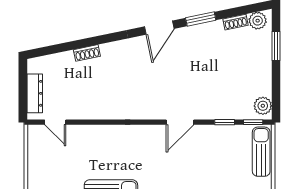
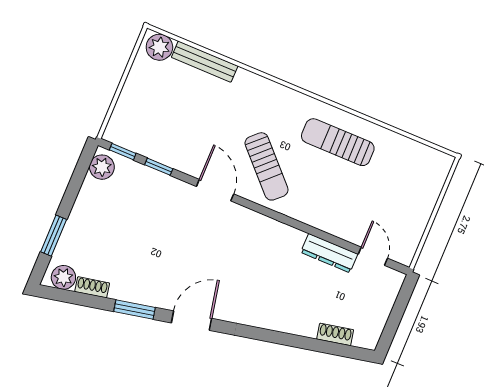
shoe rack: (87, 53) -> (335, 334), moved
dresser: (35, 93) -> (329, 253), moved, turned -90
door: (180, 122) -> (215, 190), hinge flipped
sun lounger: (261, 152) -> (267, 166), moved, turned -44

